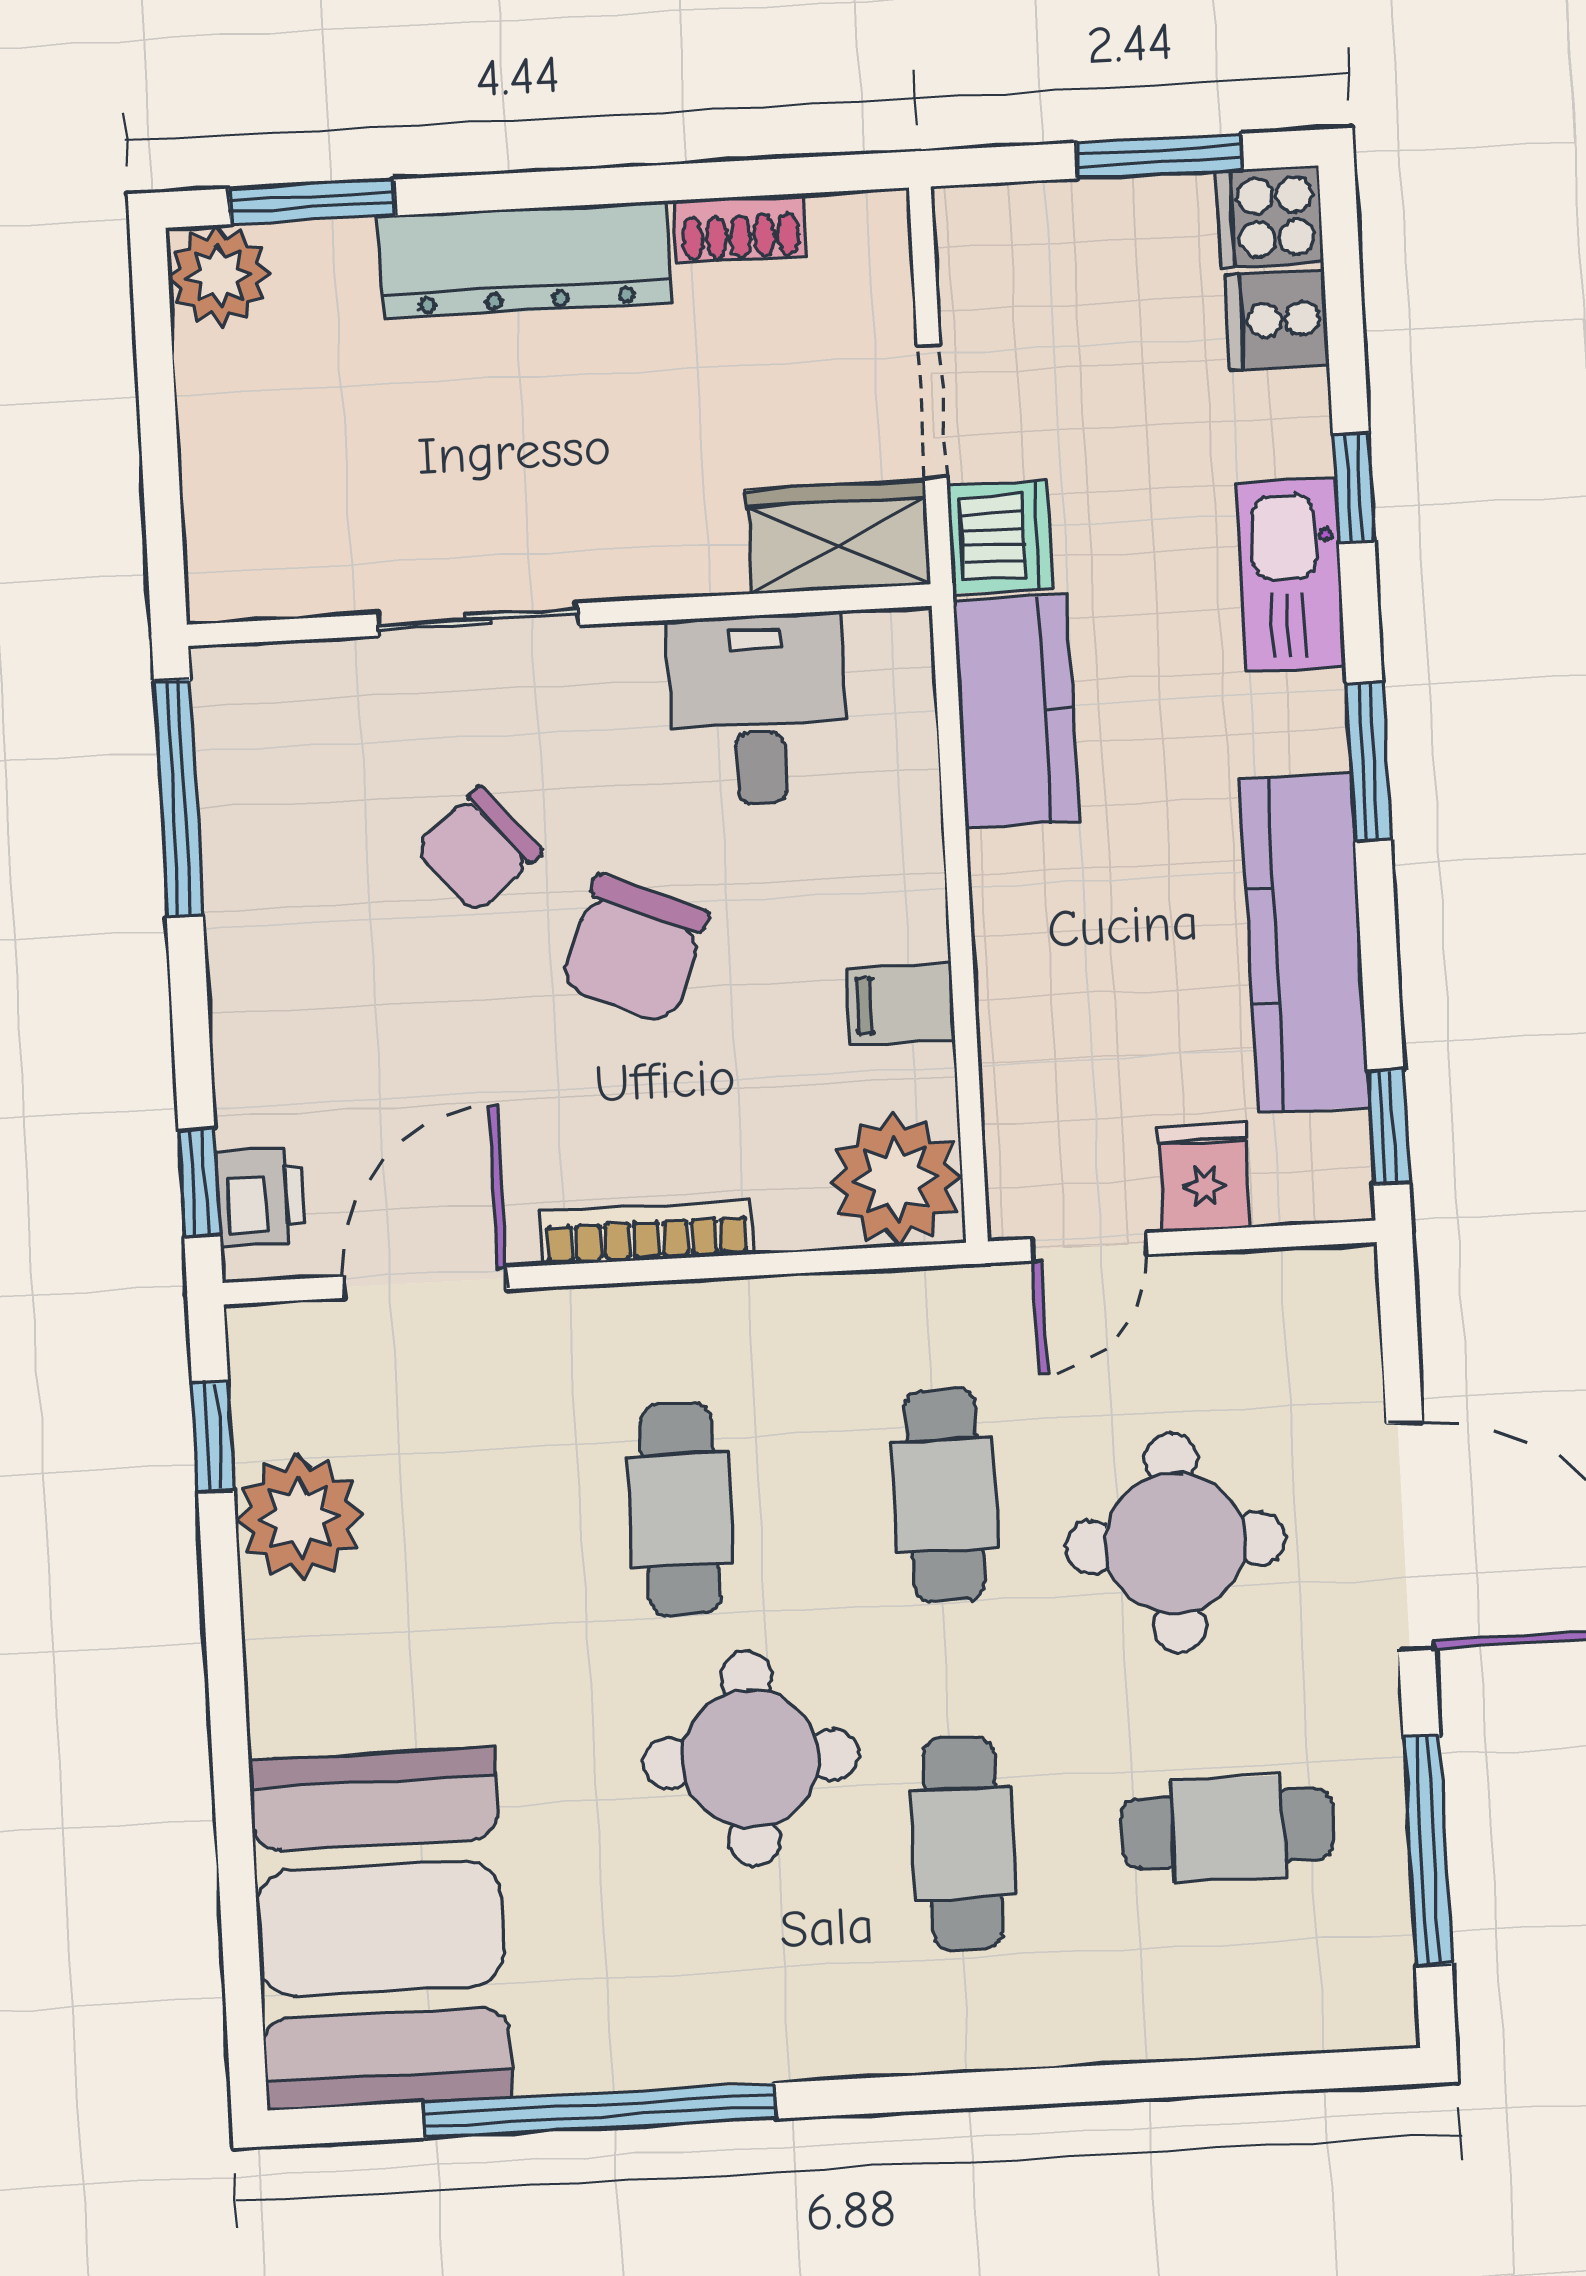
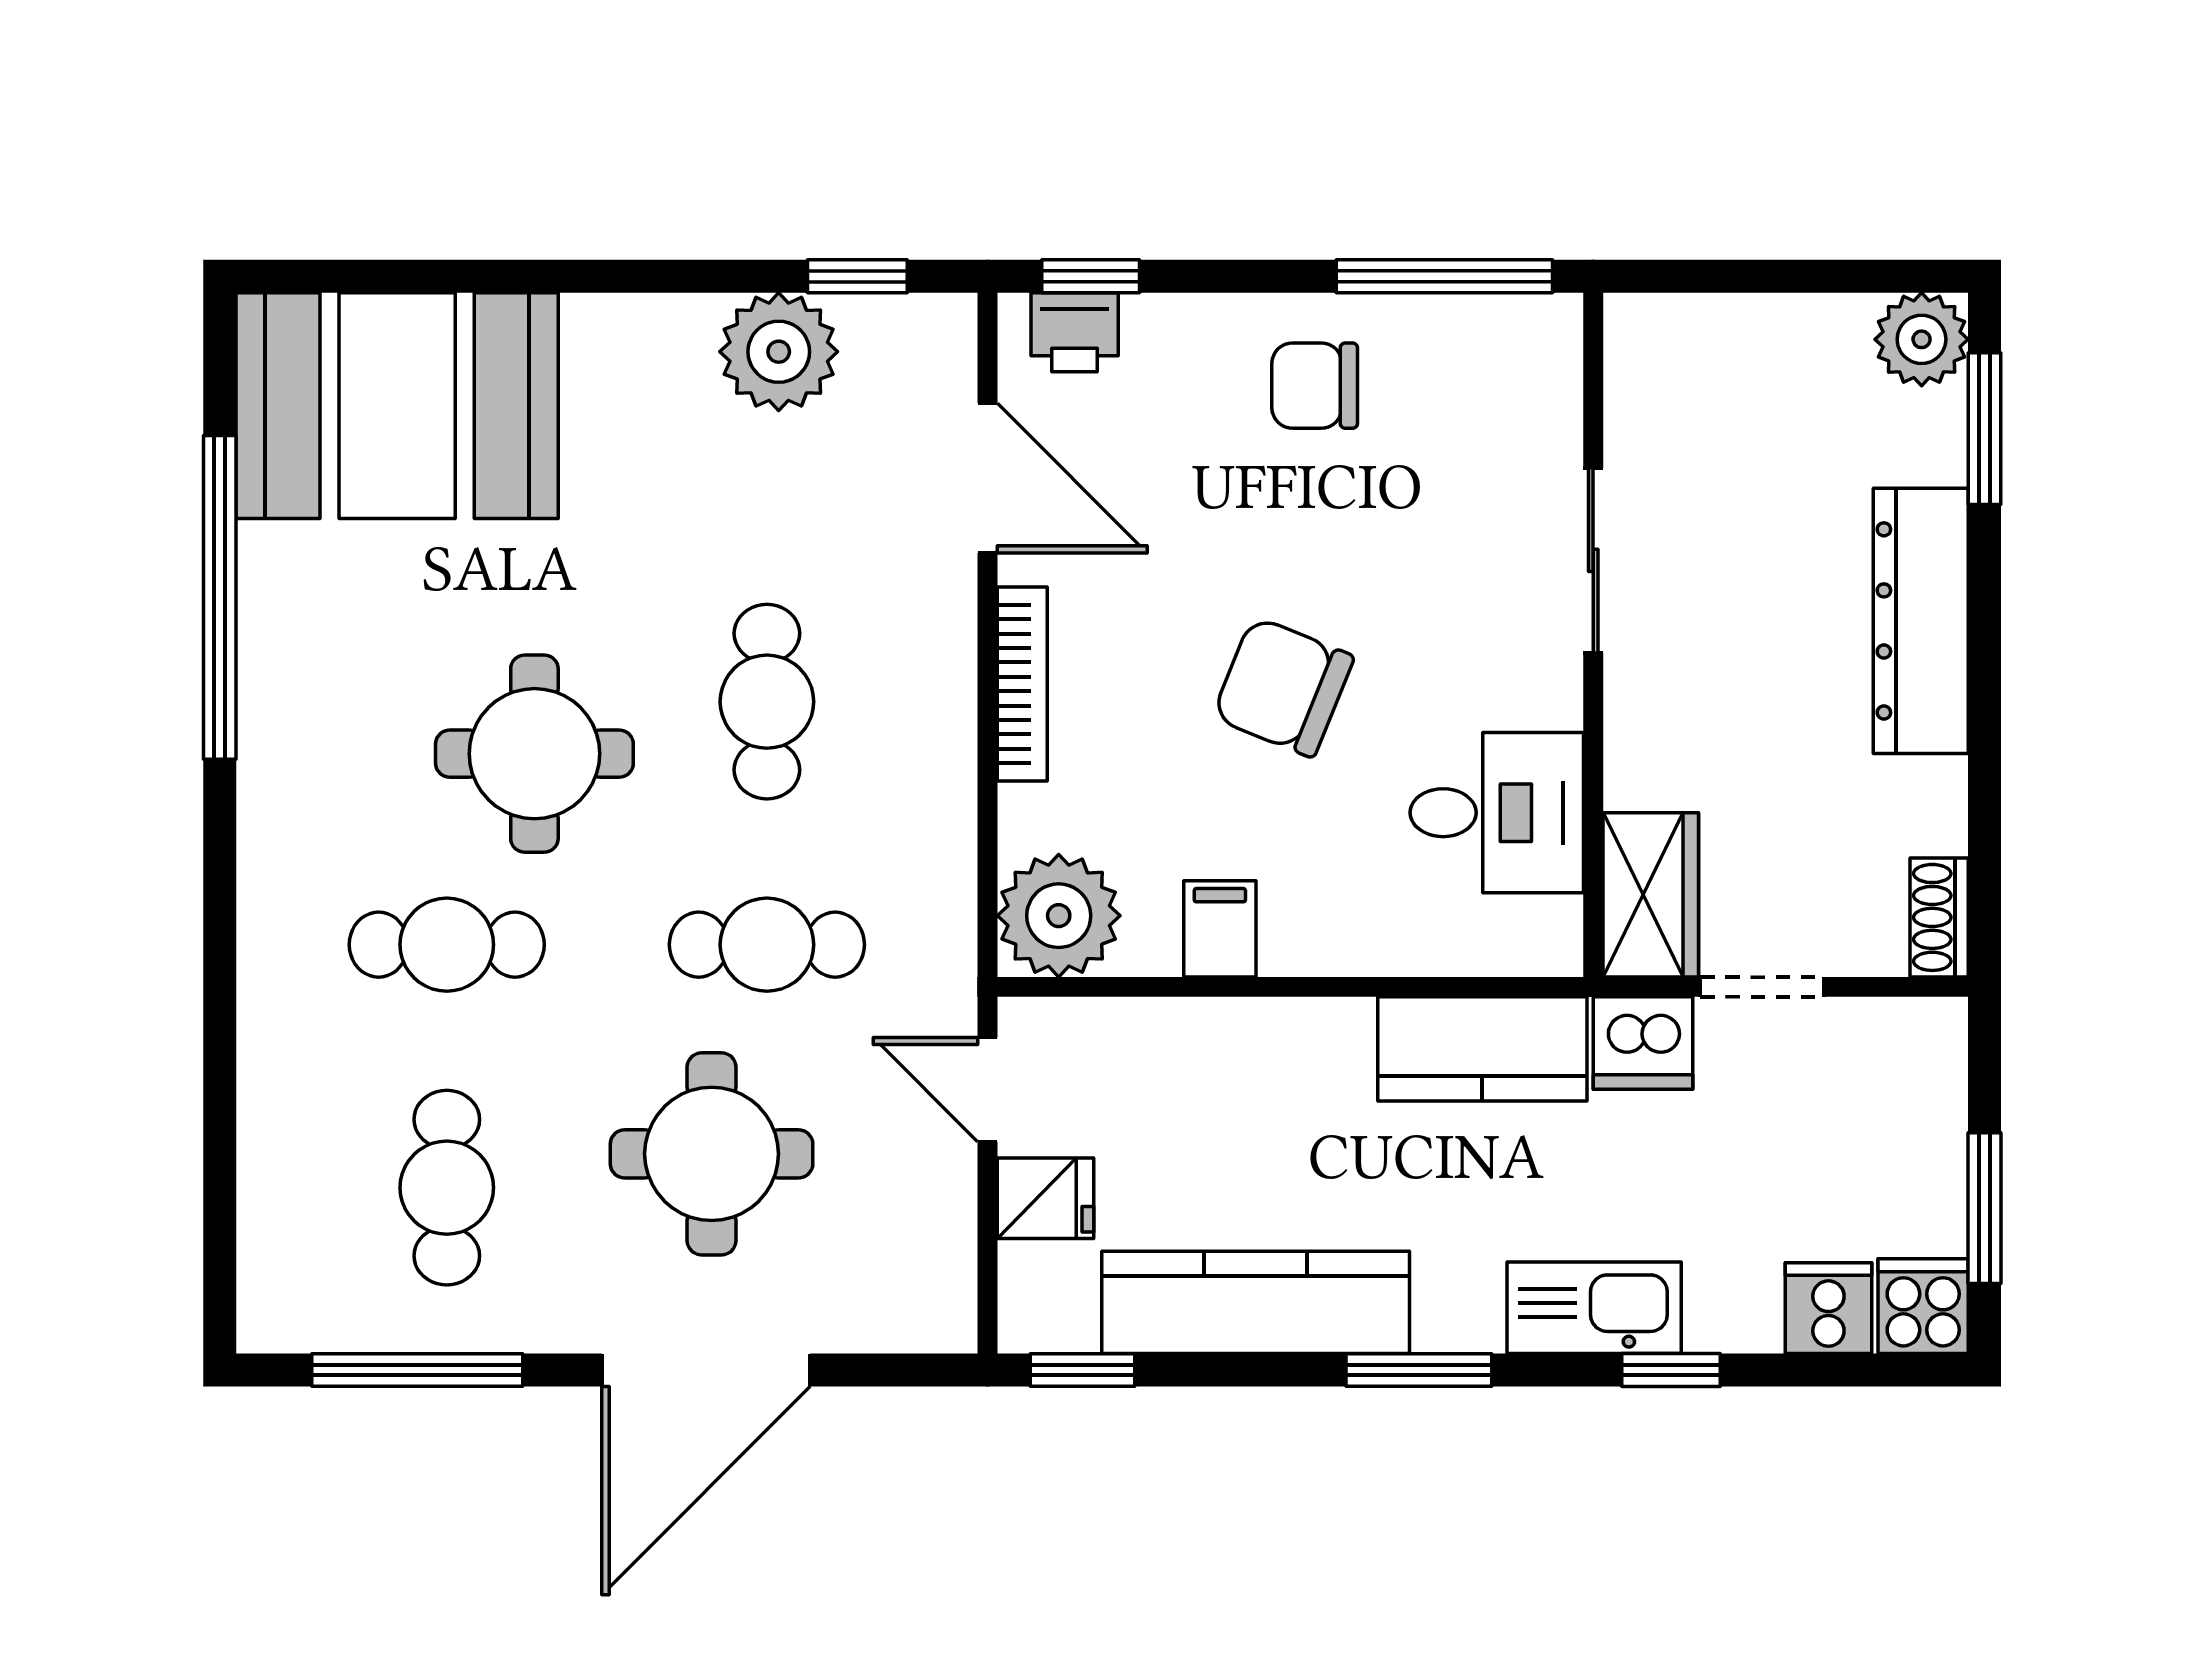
shoe rack: (740, 228) -> (1939, 917), moved
chair: (478, 850) -> (1315, 386), moved, turned -50
cafe table: (681, 1509) -> (767, 702), turned 90

